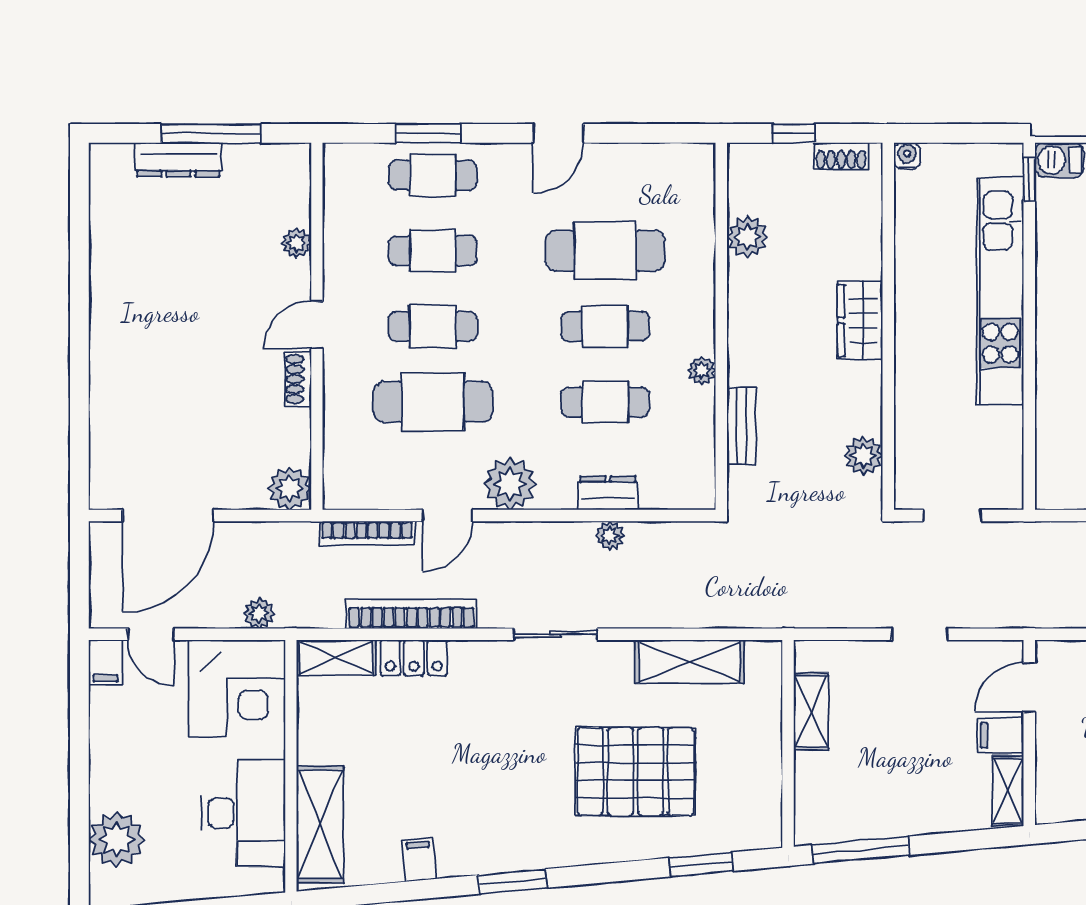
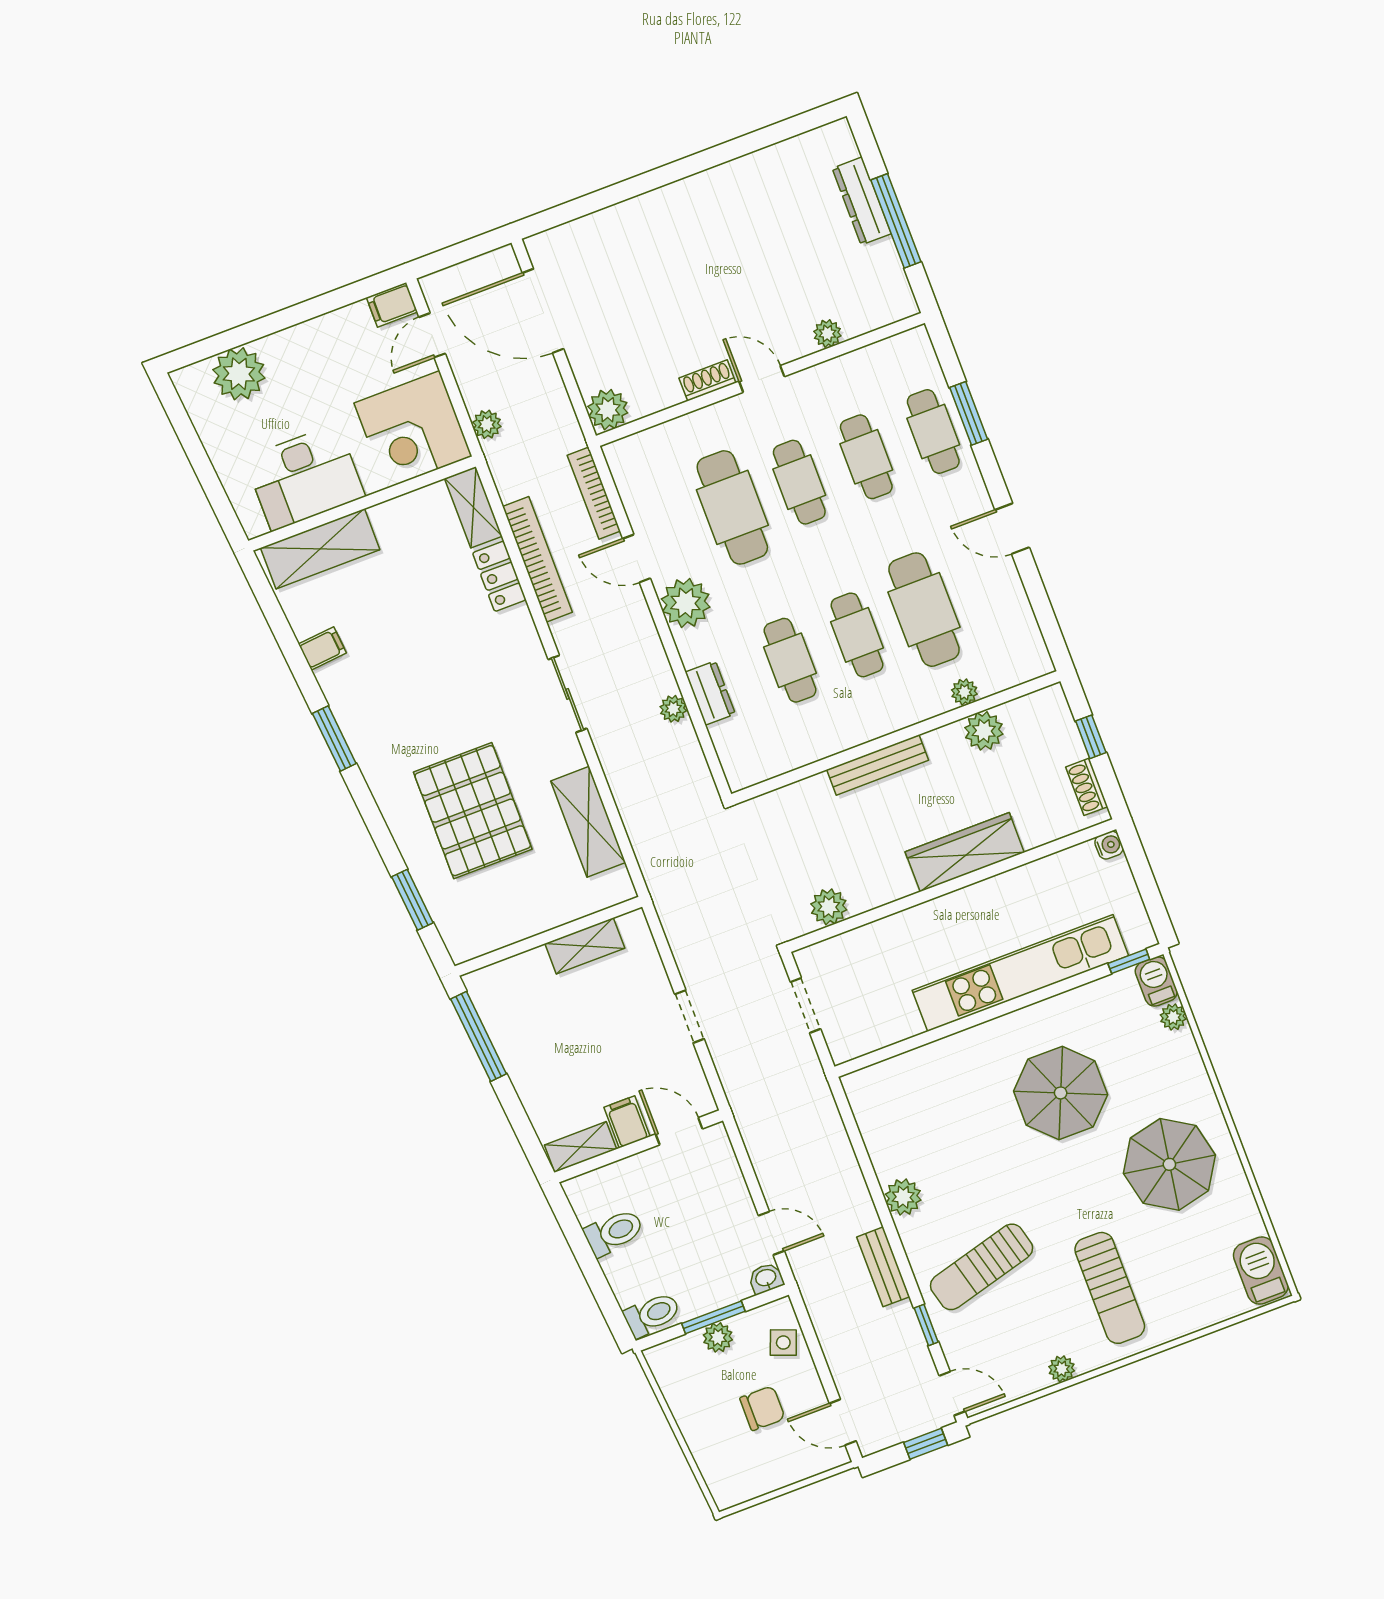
wardrobe: (860, 321) -> (965, 852), width x1.50
plant: (702, 371) -> (964, 692), moved
bench: (741, 426) -> (878, 765), moved, width x1.36

